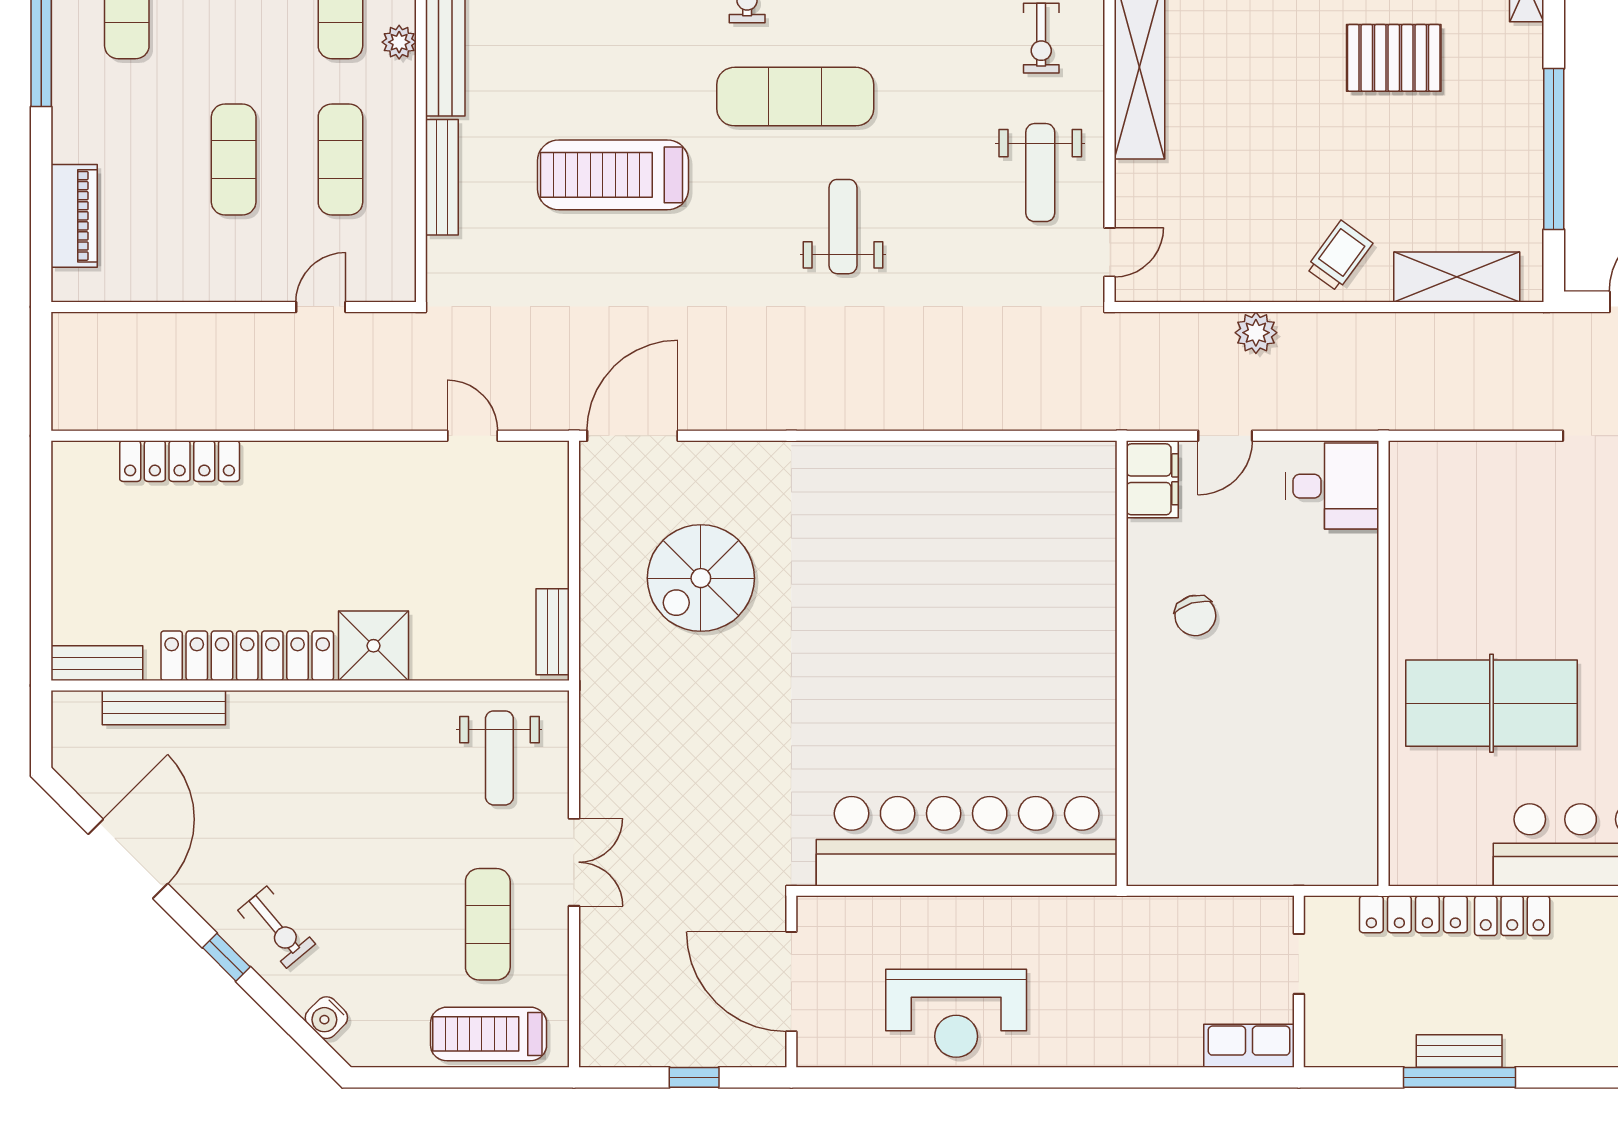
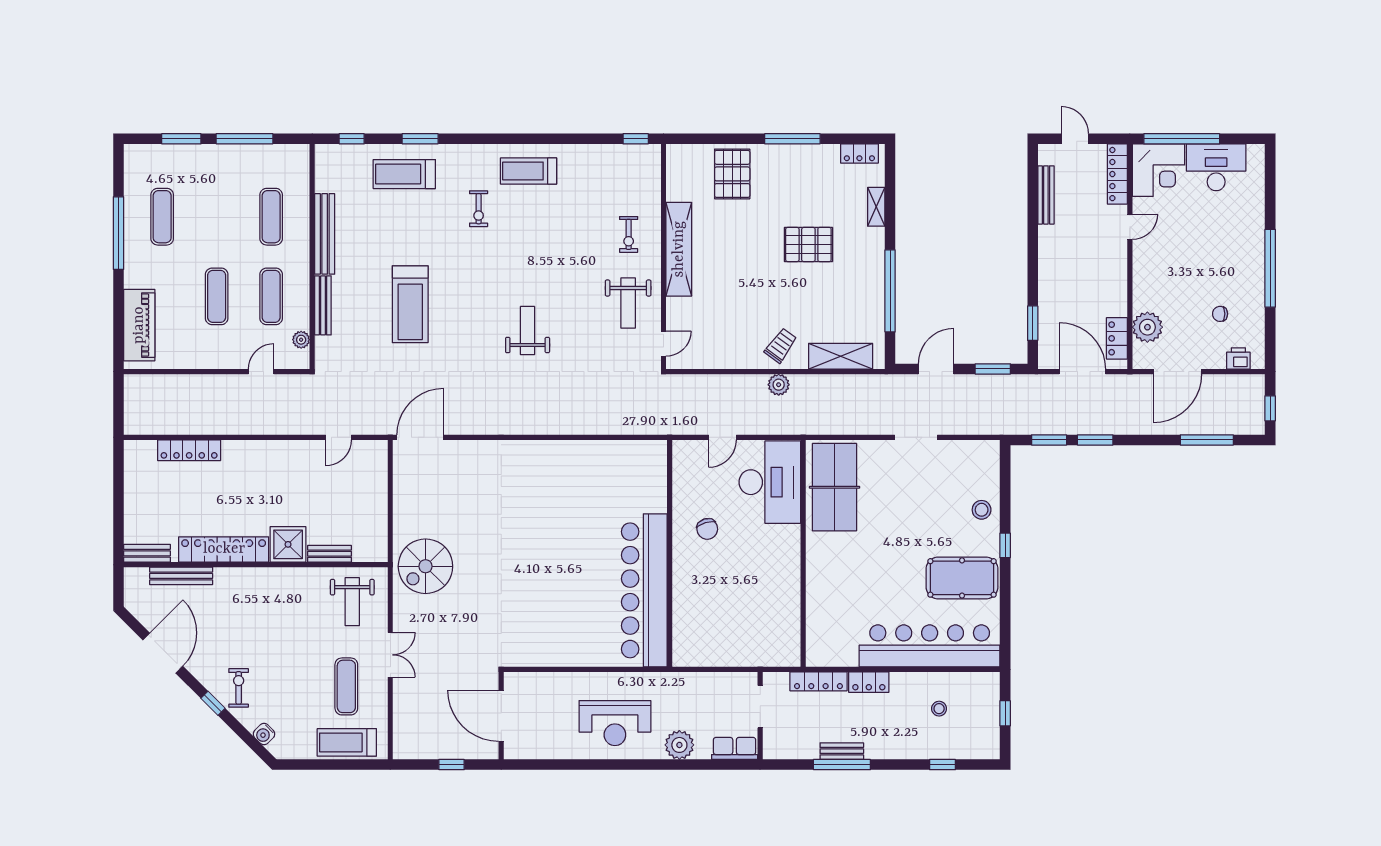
plant: (399, 42) -> (301, 340), moved
exercise mat: (795, 97) -> (503, 264), removed
treadmill: (613, 175) -> (410, 304), turned -90
piano: (74, 216) -> (139, 325), width x1.37, depth x1.33
plant: (1256, 333) -> (779, 385), moved
door: (472, 436) -> (339, 437), swing flipped
filing cabinet: (1152, 479) -> (685, 459), removed
desk: (1332, 486) -> (770, 482), width x1.87, depth x1.30
spiral stairs: (701, 578) -> (425, 566), moved
bench: (553, 632) -> (330, 554), moved, turned 90
table tennis table: (1492, 703) -> (835, 487), moved, turned 90
bar counter: (967, 841) -> (644, 590), moved, turned -90
exercise bike: (277, 927) -> (239, 688), turned -140
doorway: (1299, 964) -> (760, 707), width x1.38
reception desk: (956, 1013) -> (615, 723), moved
plant: (1141, 1039) -> (679, 745), added

